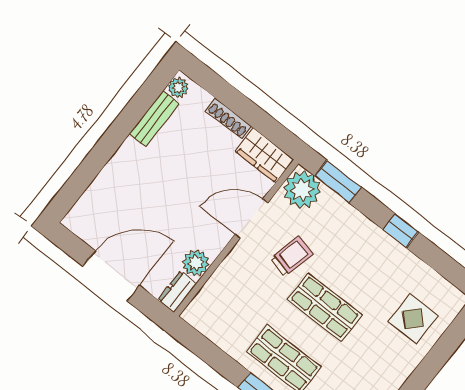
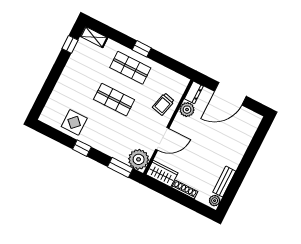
trolley: (292, 256) -> (163, 104), moved
display table: (413, 319) -> (74, 122), moved

